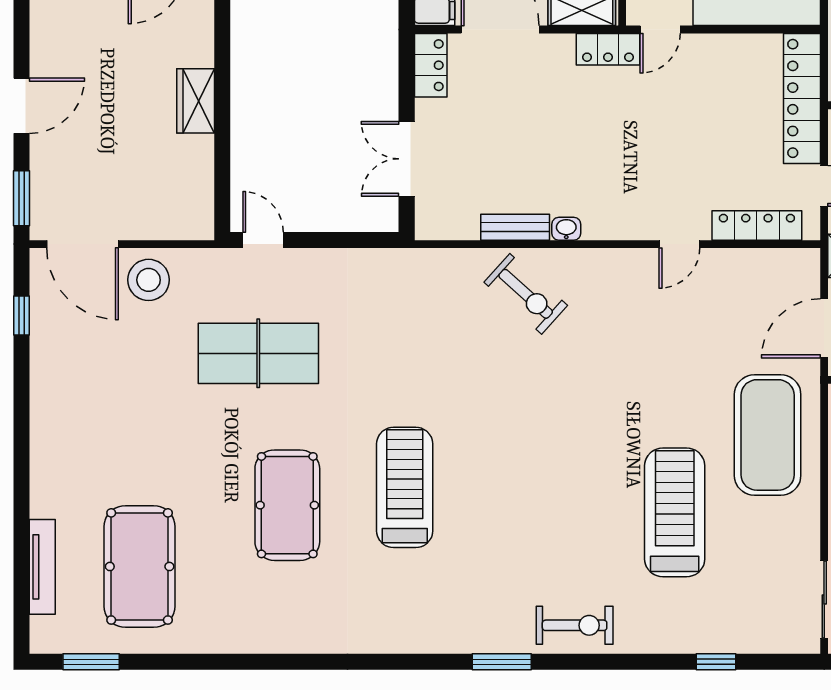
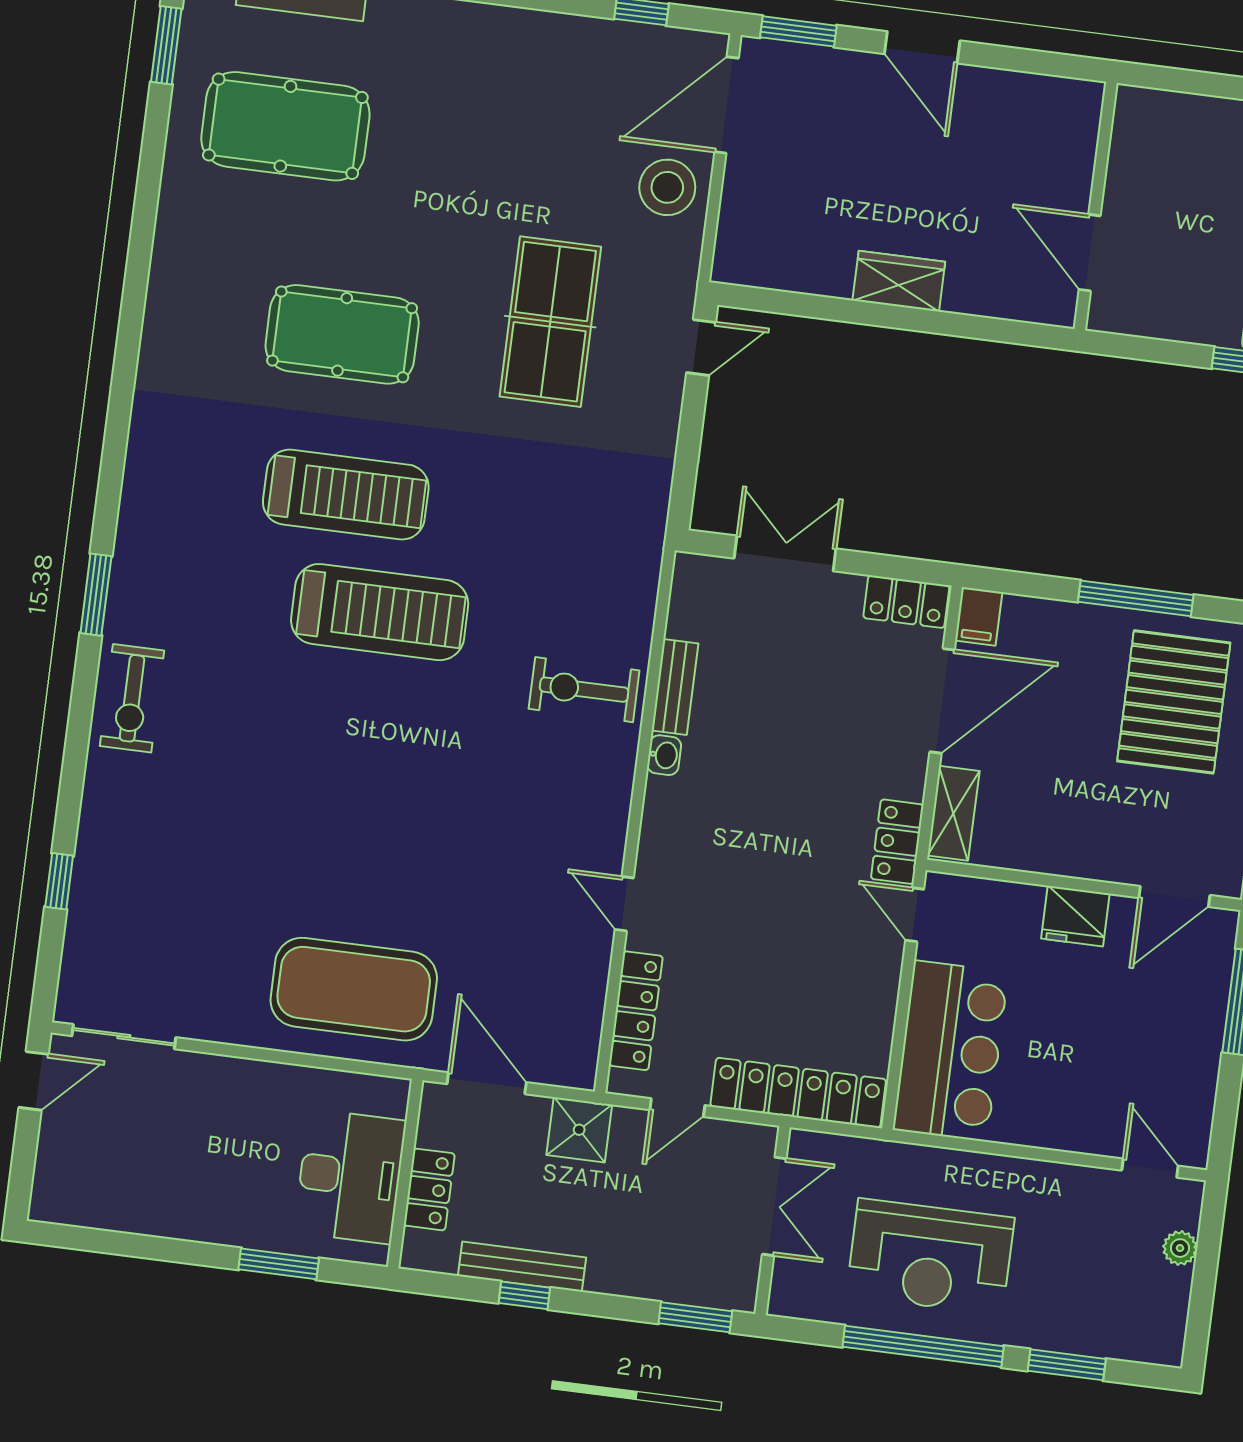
exercise bike: (526, 294) -> (584, 690), turned 48
treadmill: (675, 512) -> (380, 612), moved

